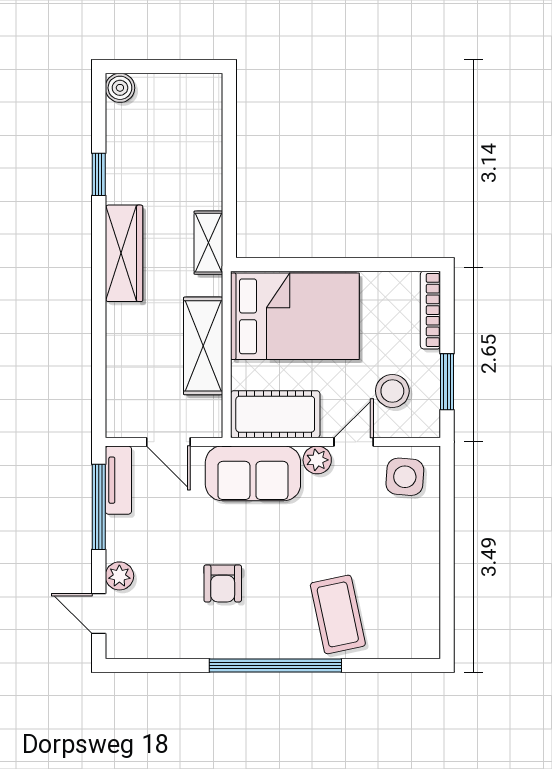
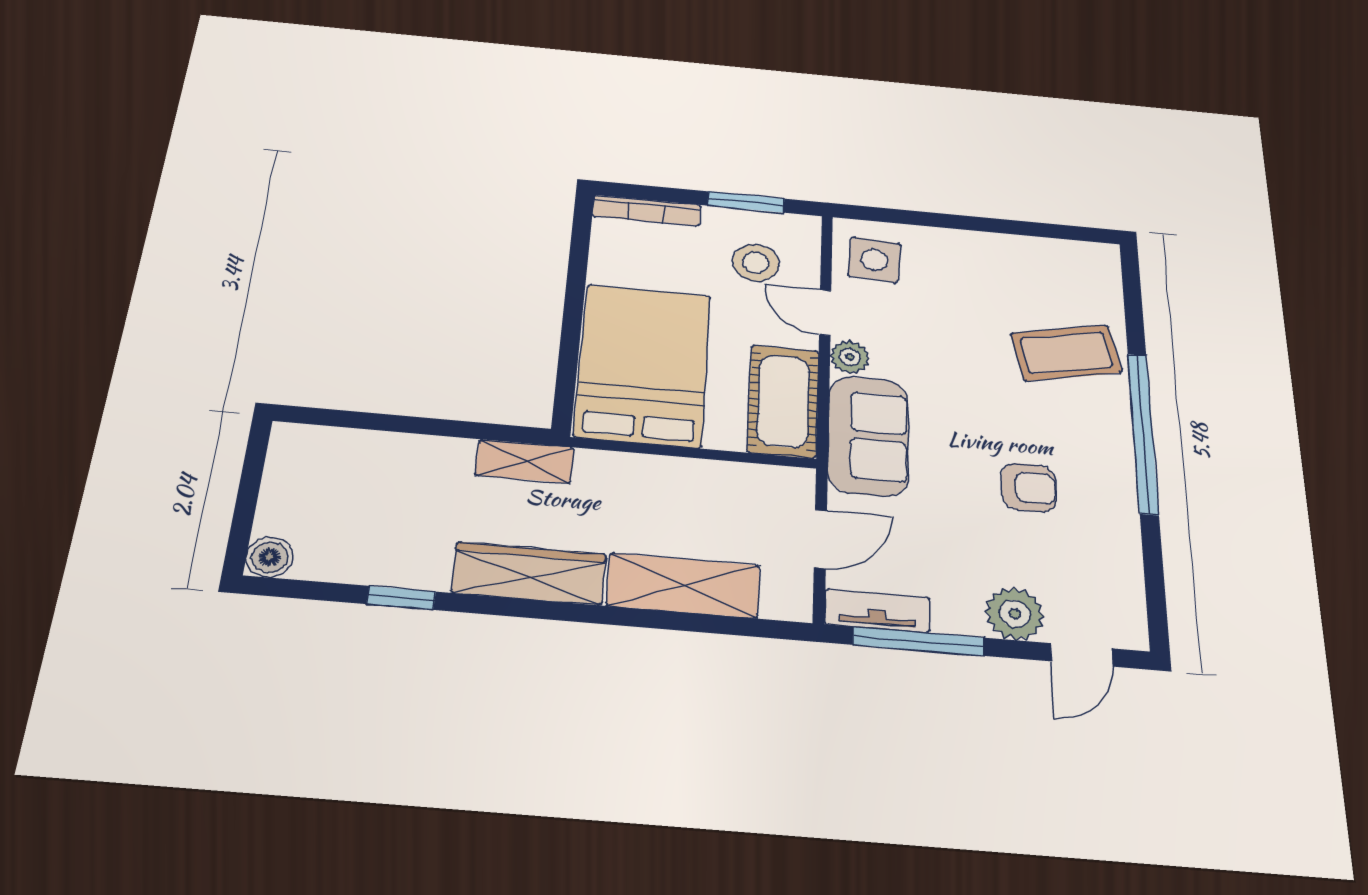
shelving: (203, 346) -> (683, 585), moved
plant: (119, 576) -> (1015, 614), width x1.38, depth x1.38

